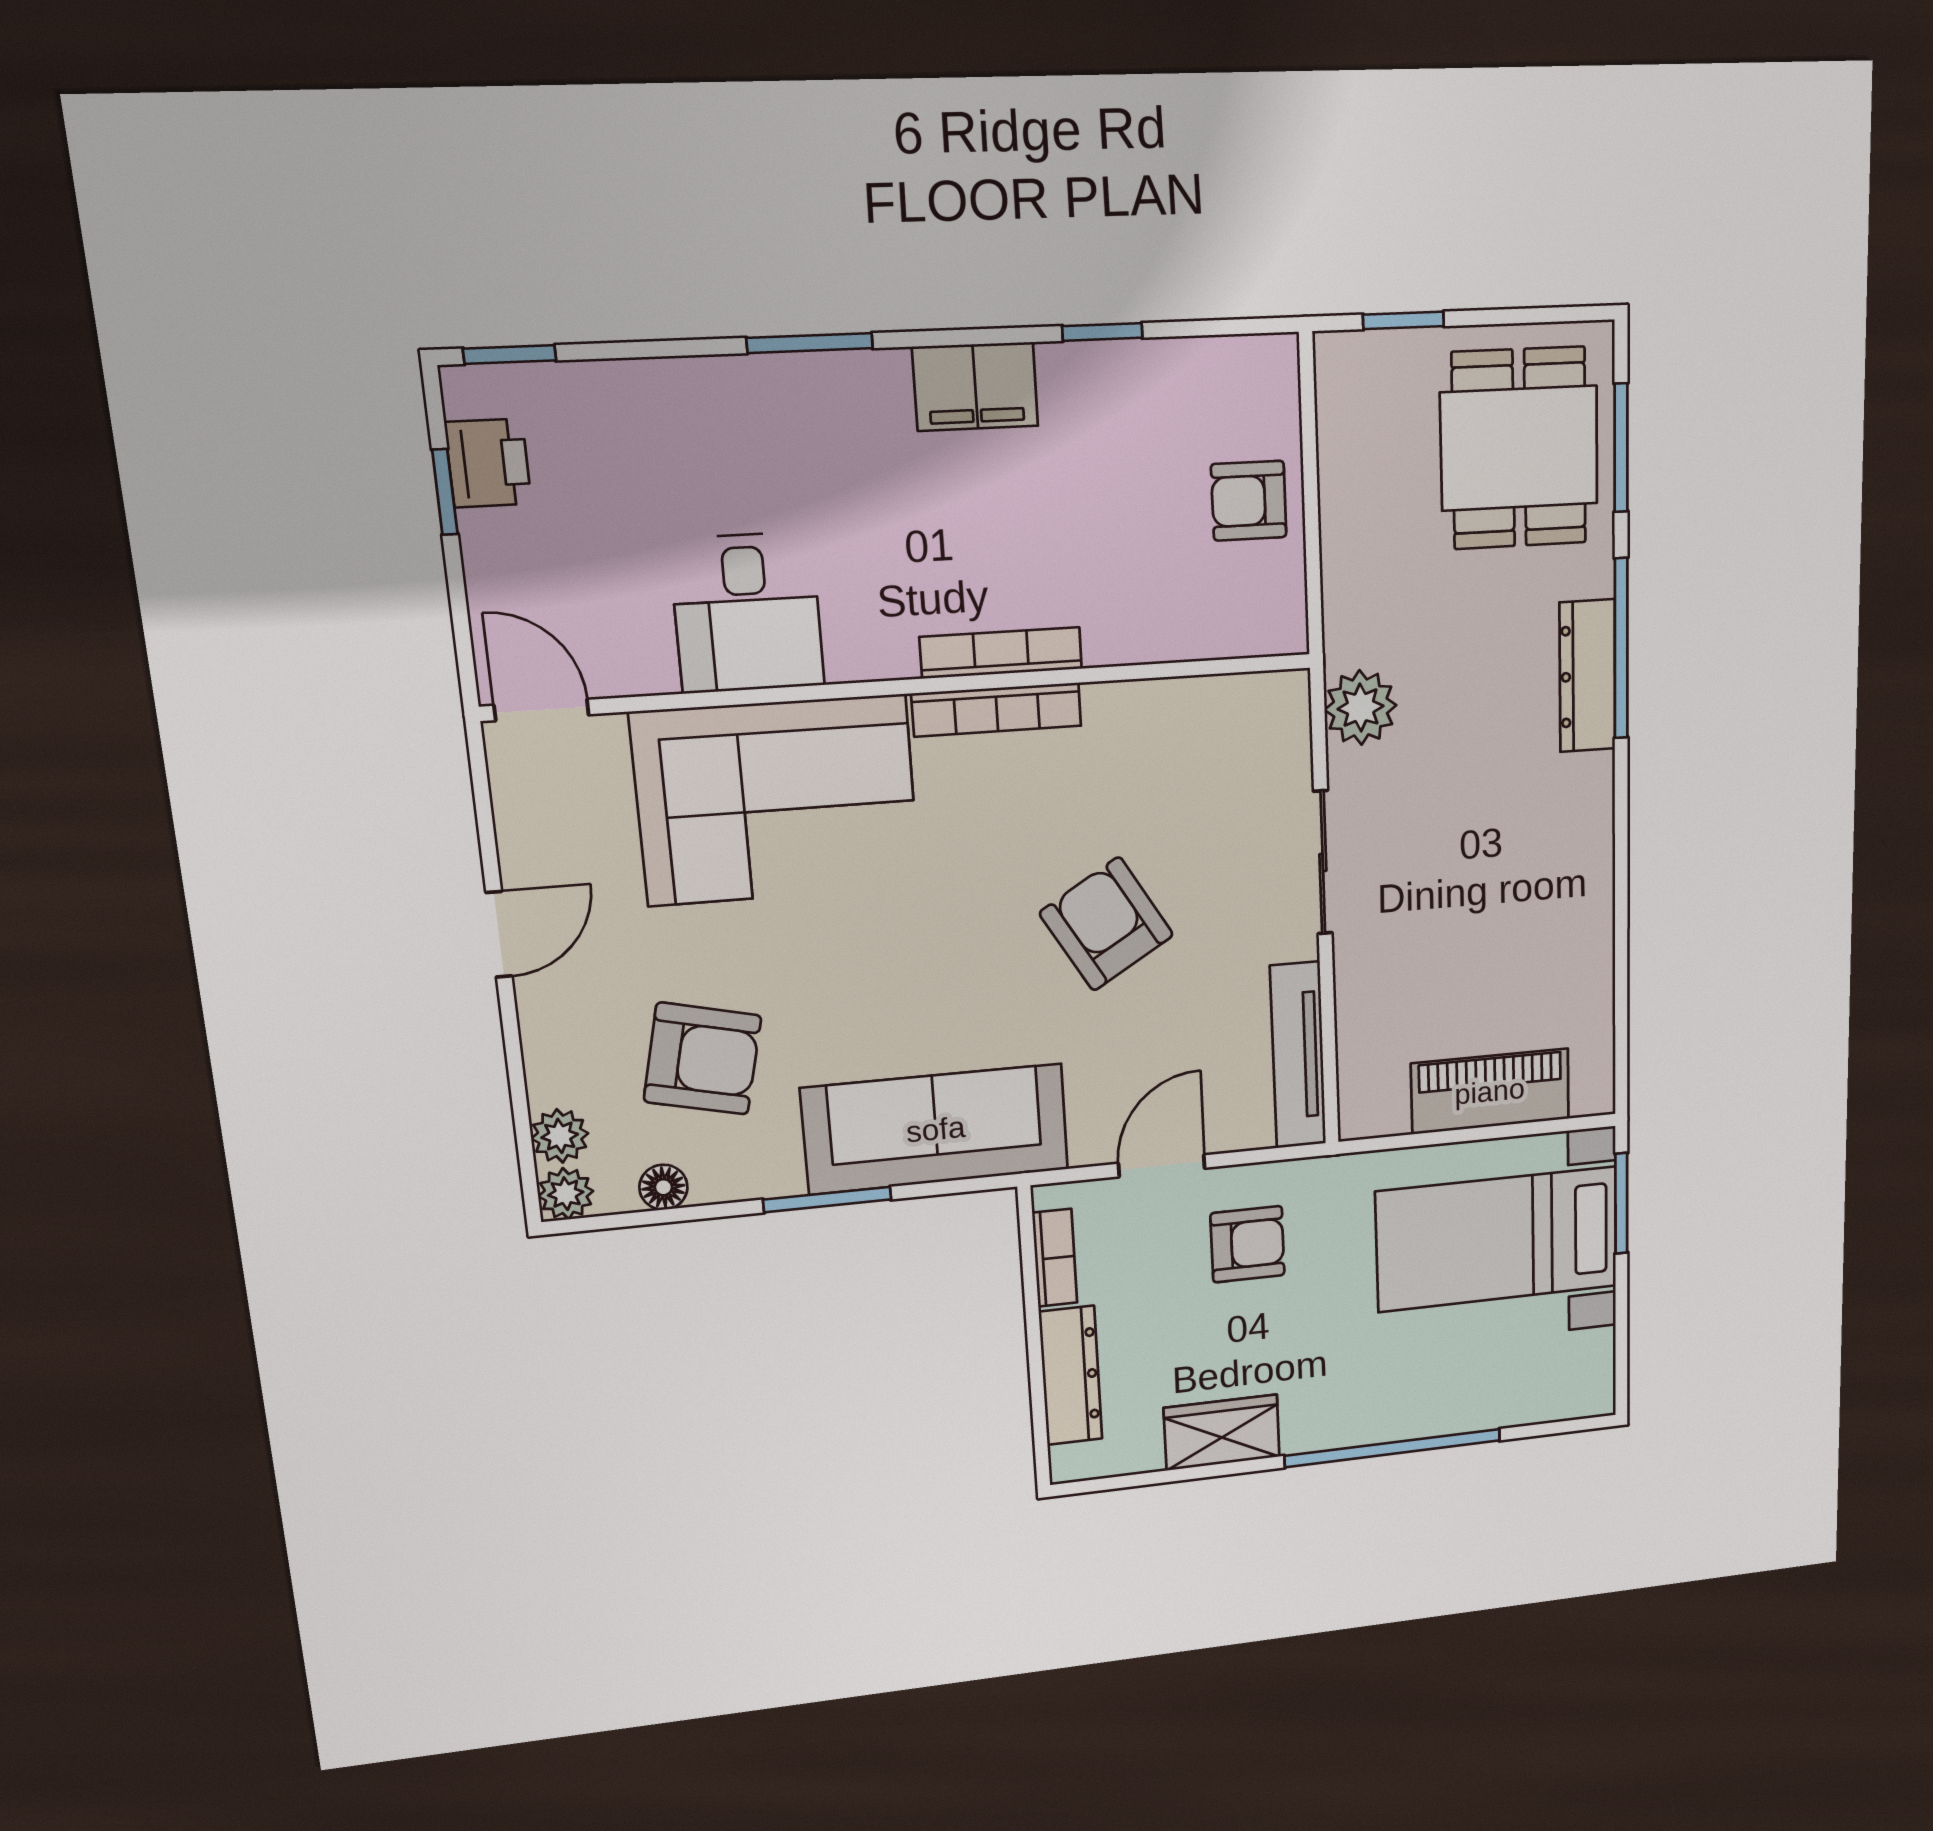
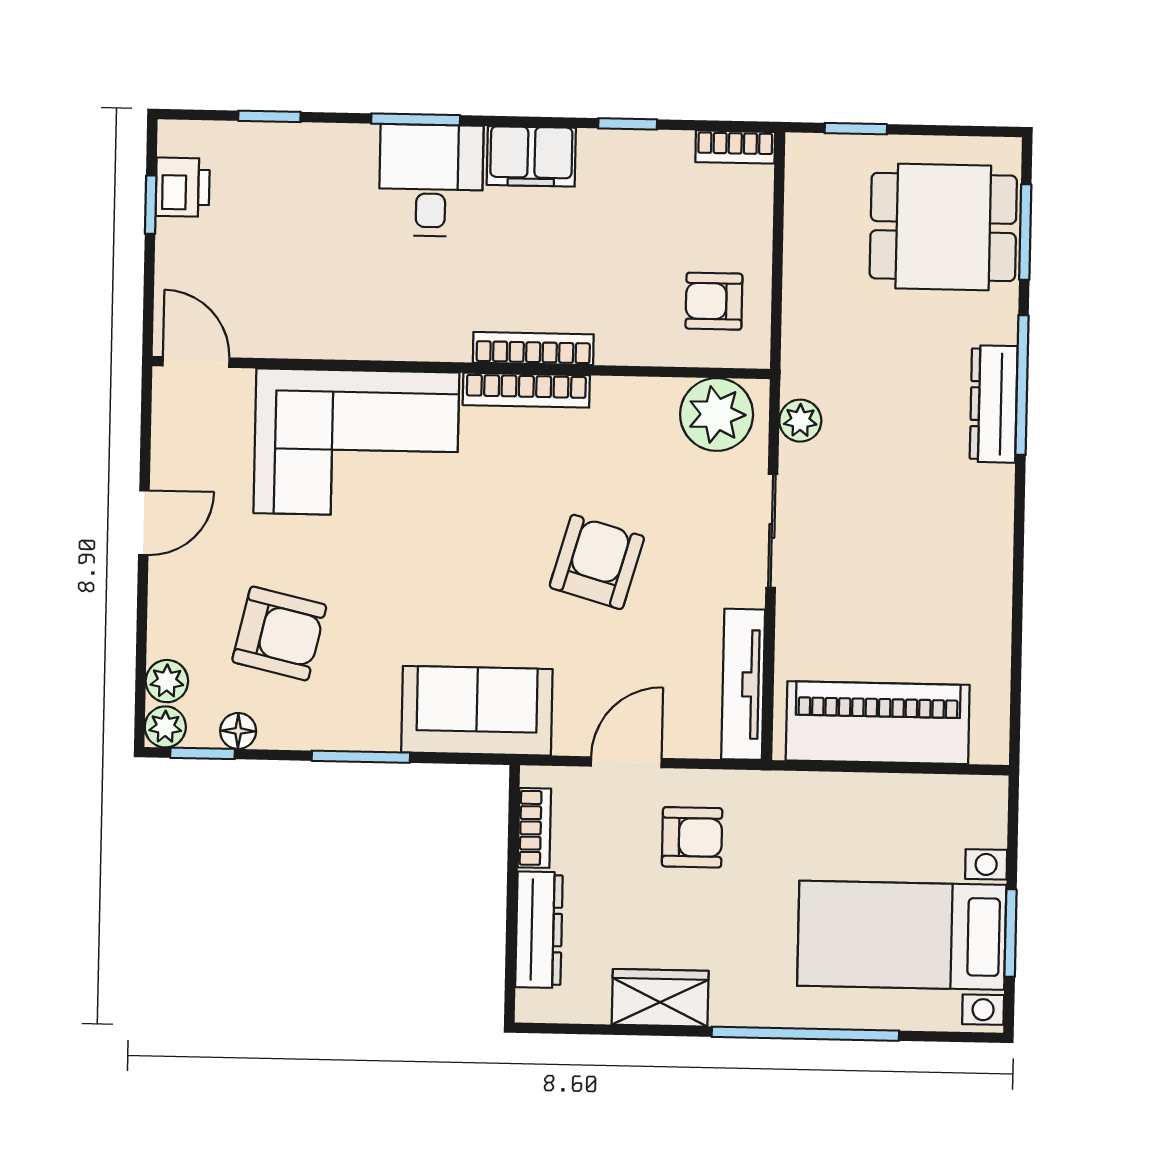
window: (510, 355) -> (269, 116), moved
bookcase: (1248, 356) -> (735, 147), added
dining table: (1519, 448) -> (943, 227), turned 90
armchair: (1249, 501) -> (714, 301), moved
desk: (747, 613) -> (431, 180), moved, turned 180
plant: (1361, 708) -> (800, 421), width x0.73, depth x0.73
plant: (1245, 720) -> (717, 414), added
armchair: (1106, 924) -> (597, 562), turned 47
piano: (1490, 1091) -> (878, 723), width x1.37, depth x1.33
sofa: (936, 1129) -> (477, 711), width x0.73
window: (1621, 1203) -> (1011, 933), moved
window: (620, 1221) -> (202, 753), added
bed with nightstands: (1497, 1239) -> (902, 935), moved

